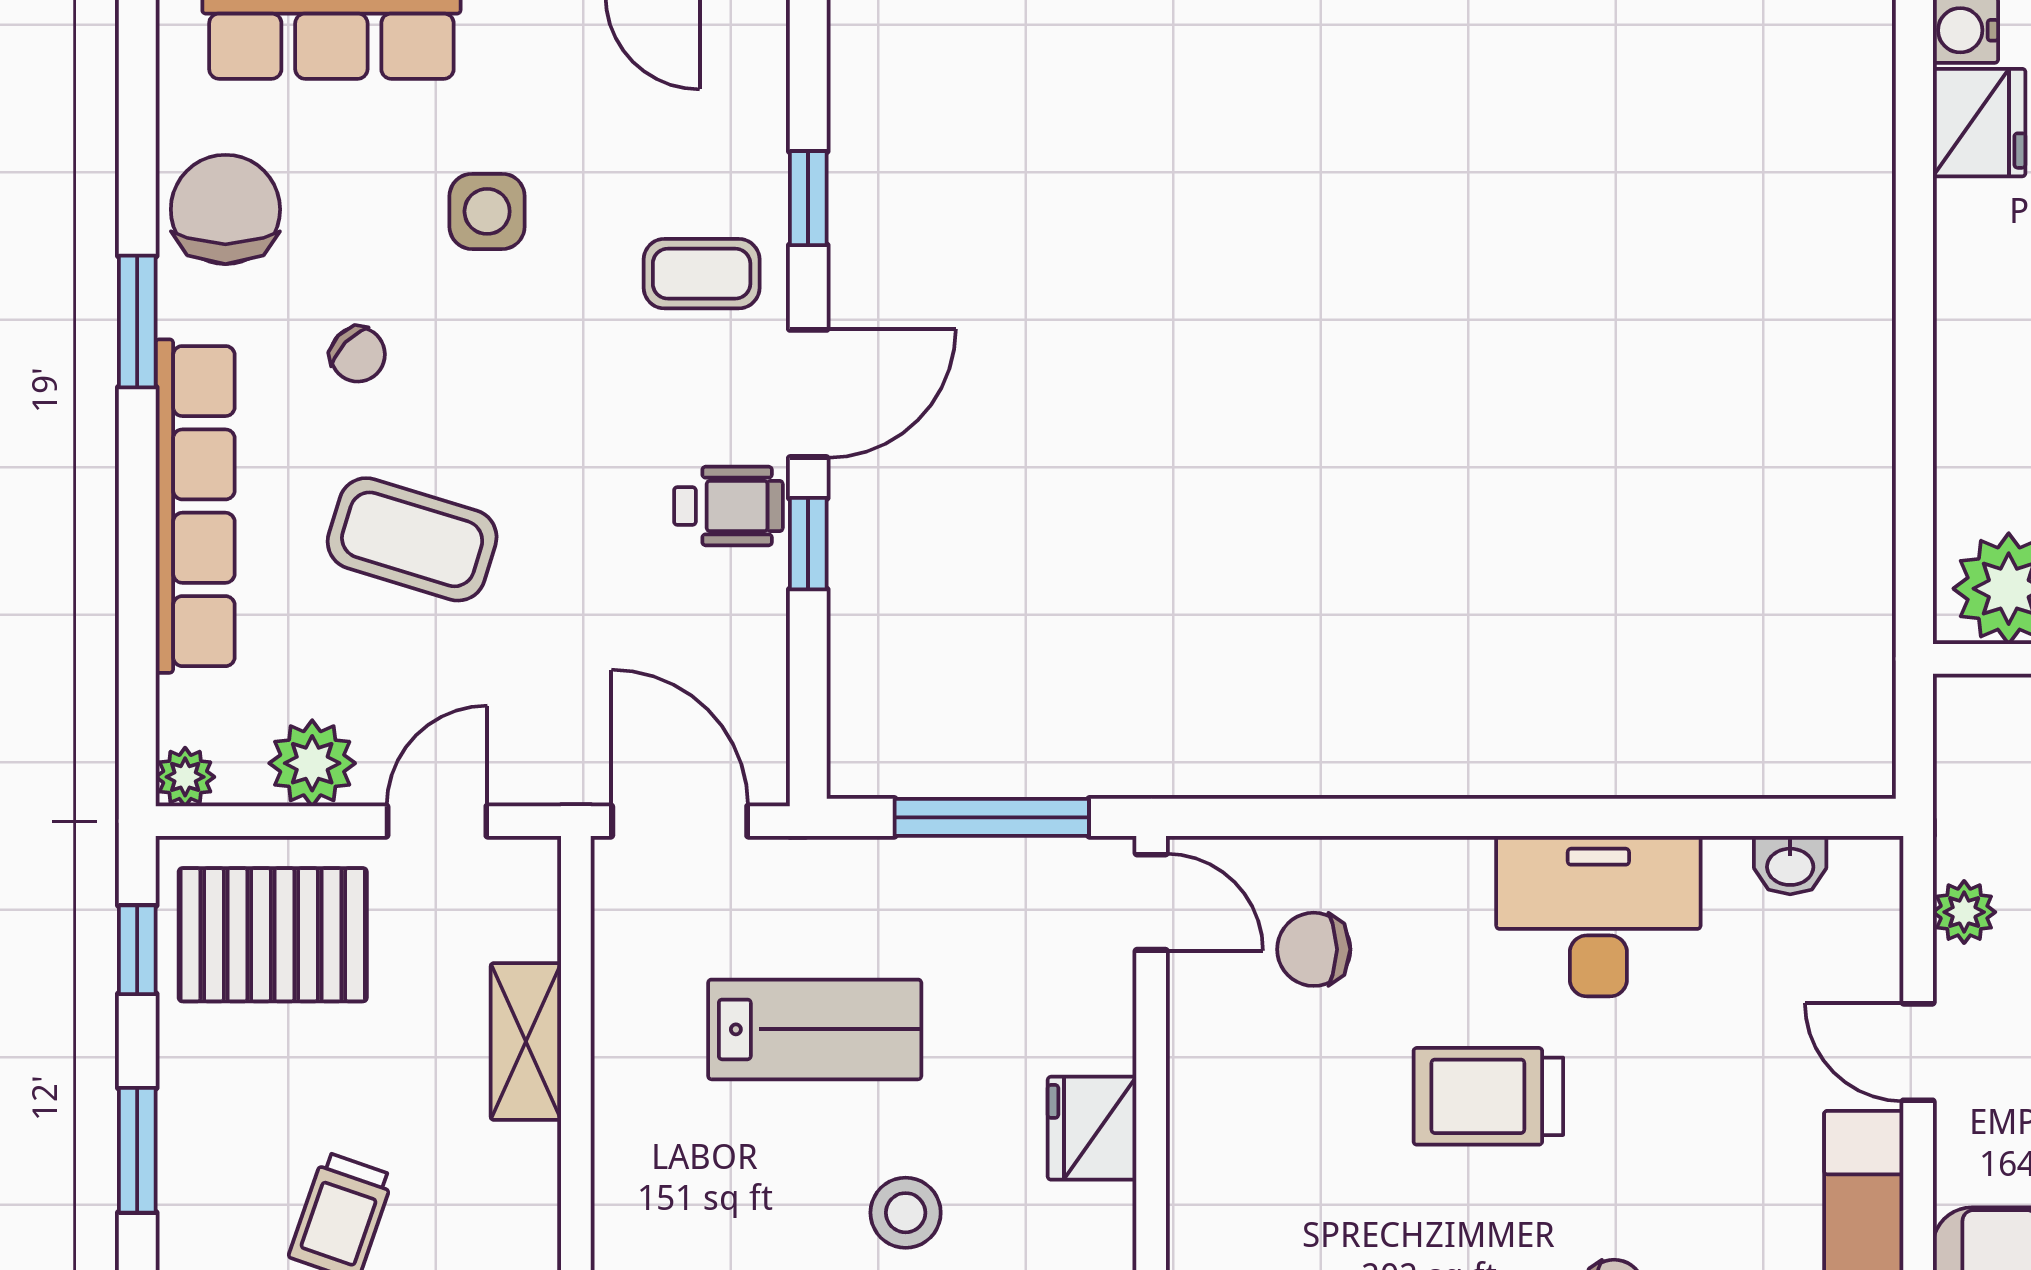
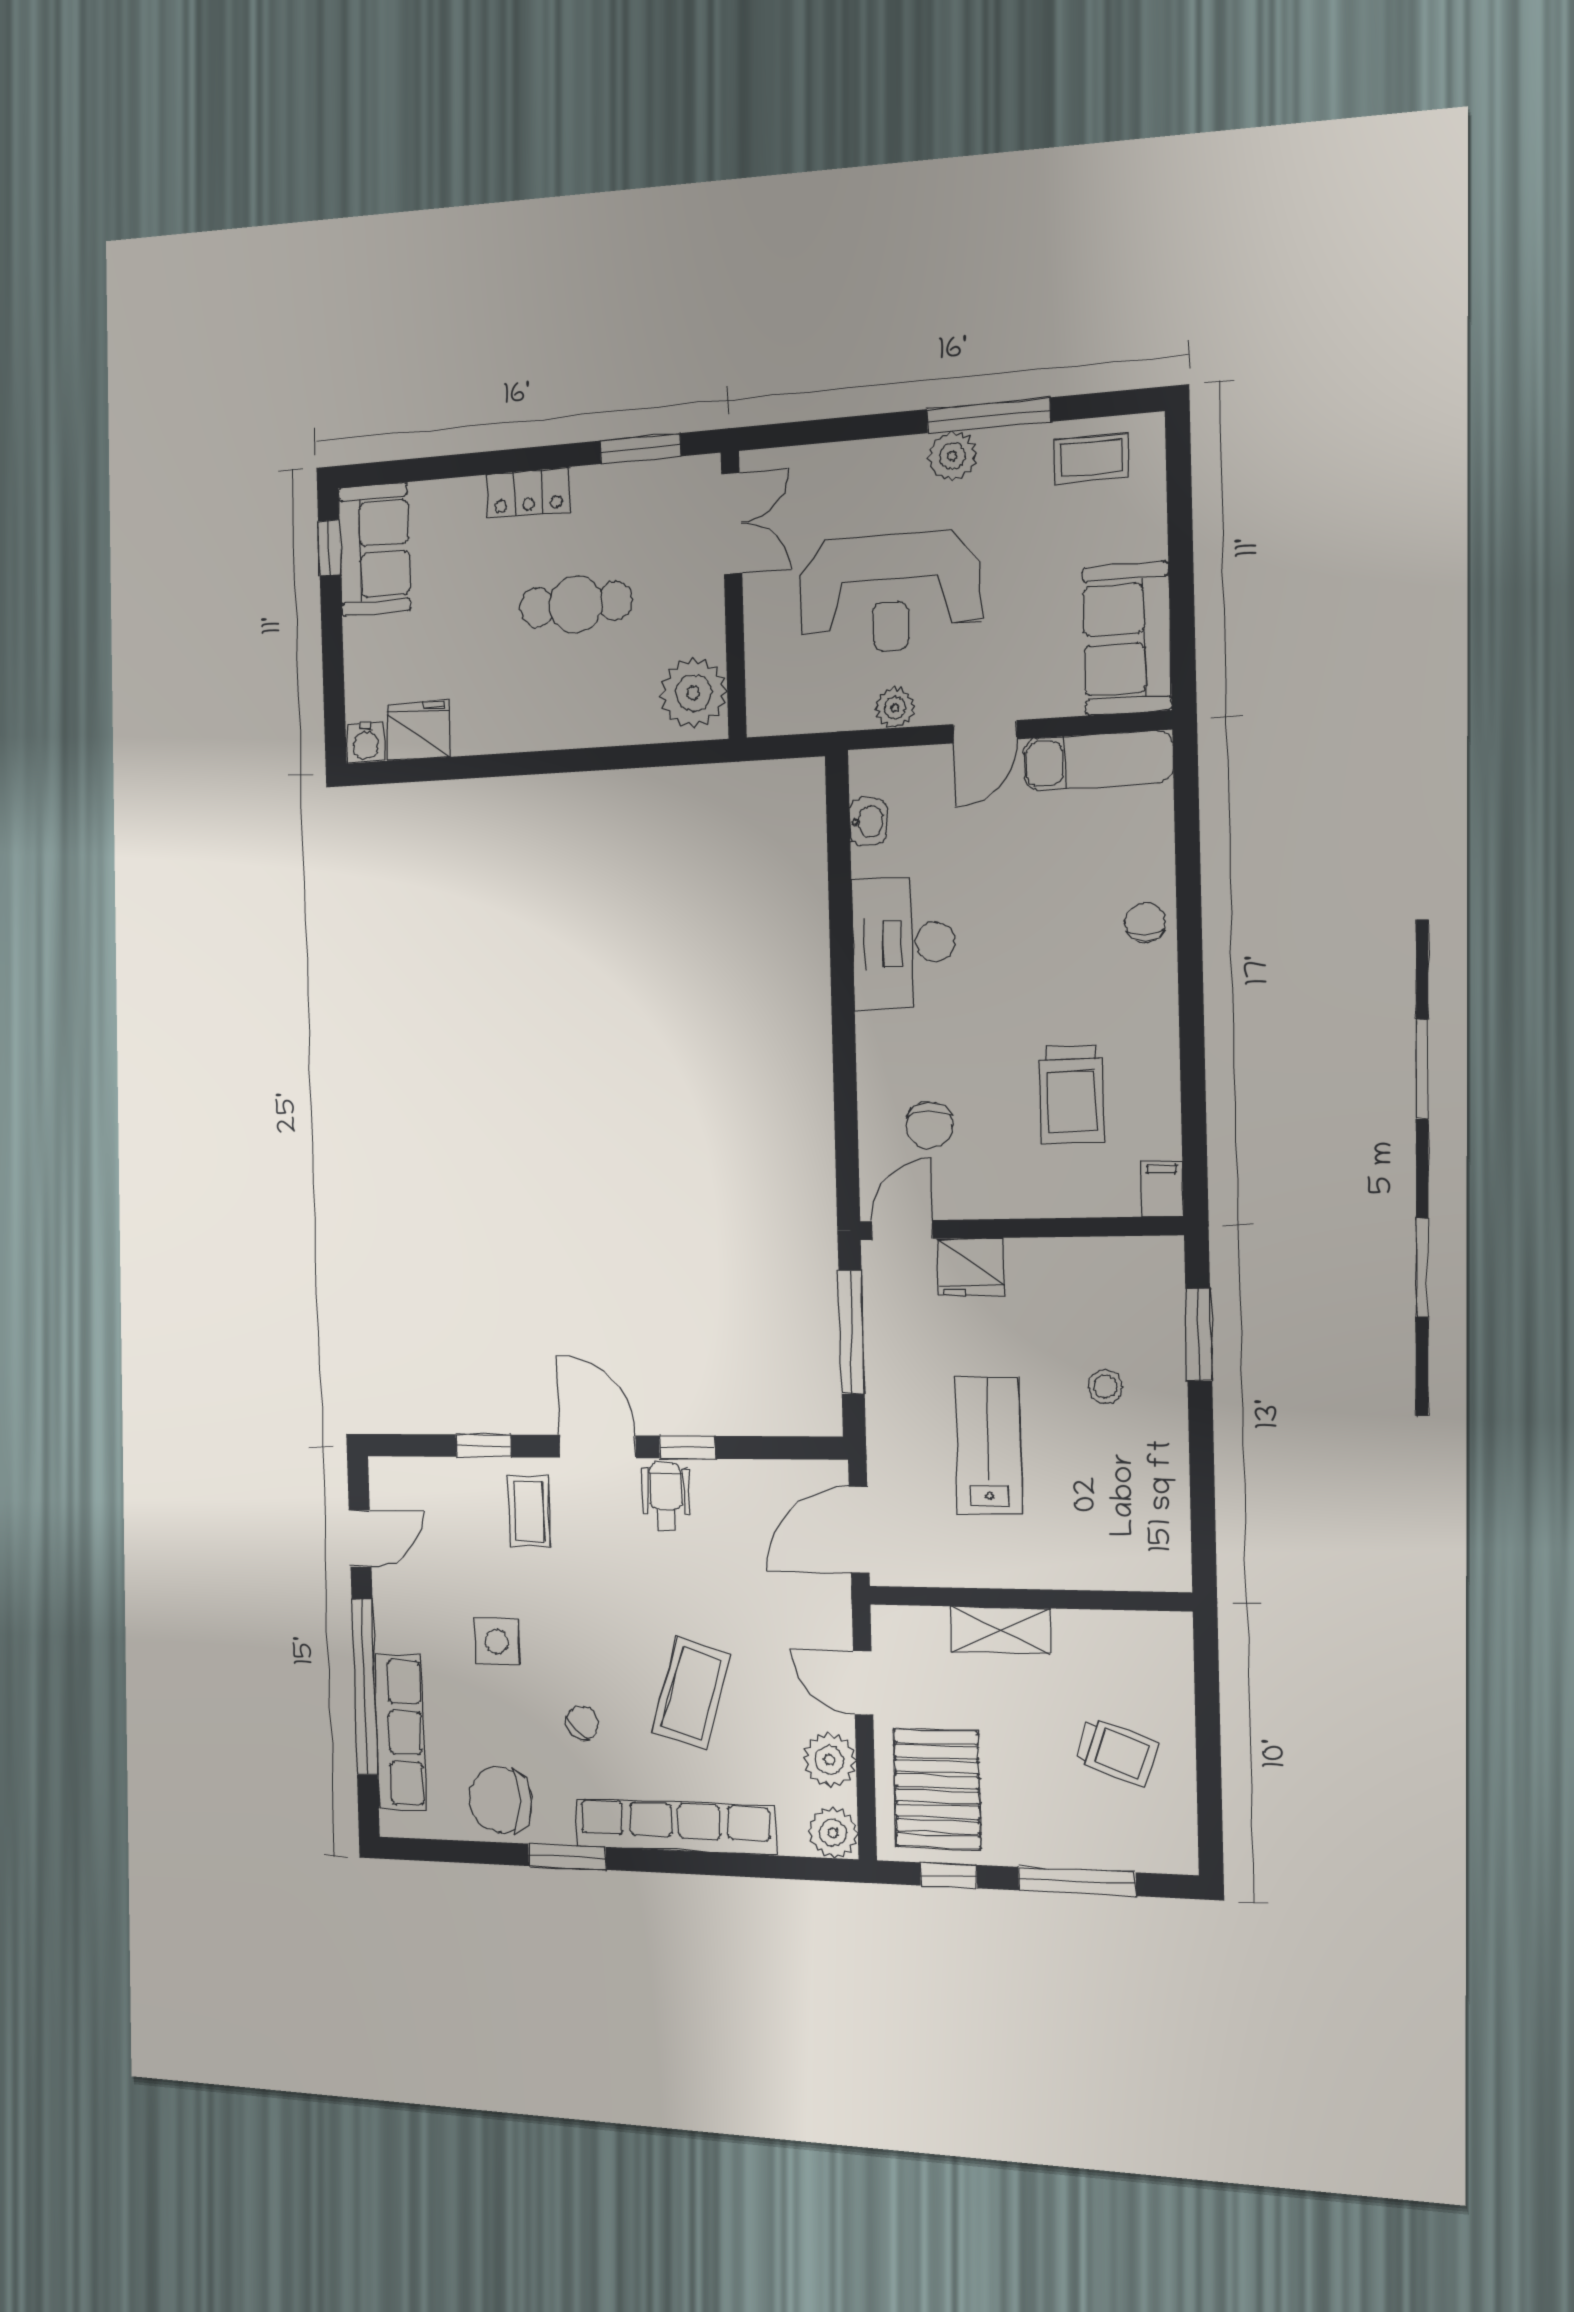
plant: (185, 777) -> (833, 1833), width x1.38, depth x1.38
trolley: (1488, 1096) -> (1071, 1095), moved
fridge: (1092, 1128) -> (971, 1267), moved
window: (137, 1150) -> (1077, 1882), width x1.44
stool: (906, 1213) -> (1105, 1387), width x0.73, depth x0.73

